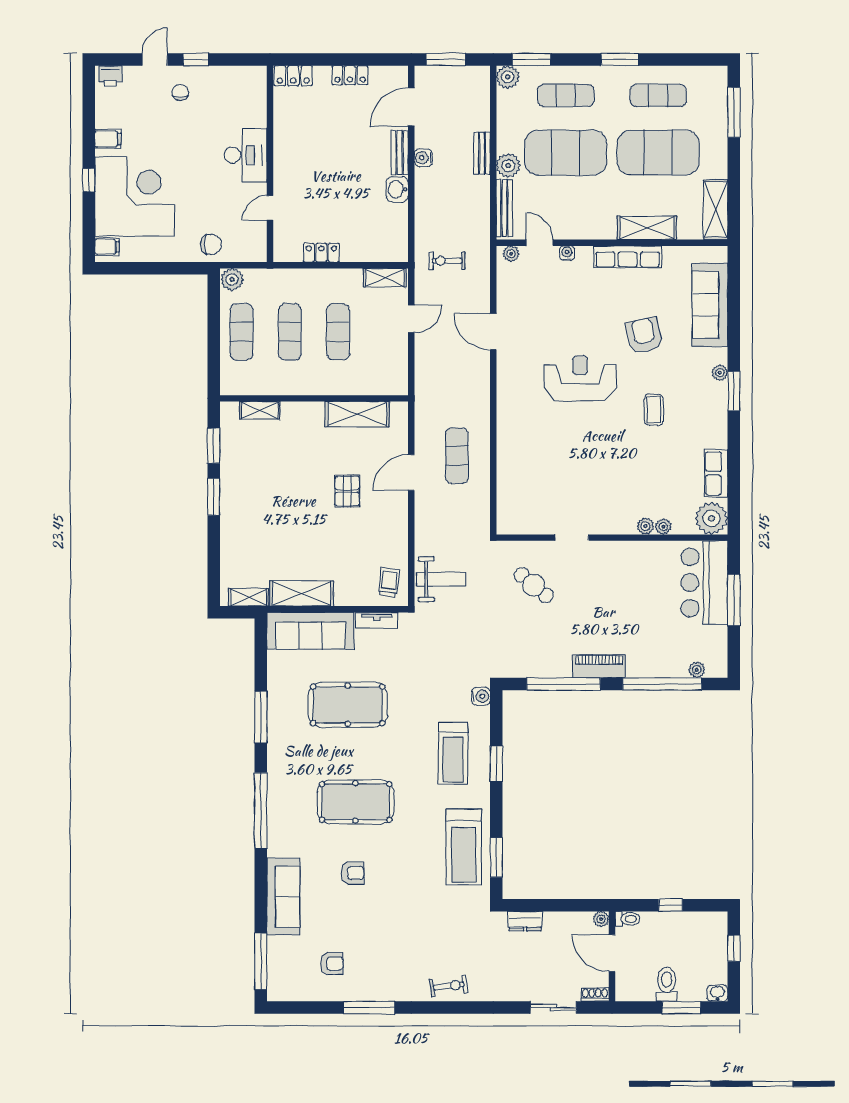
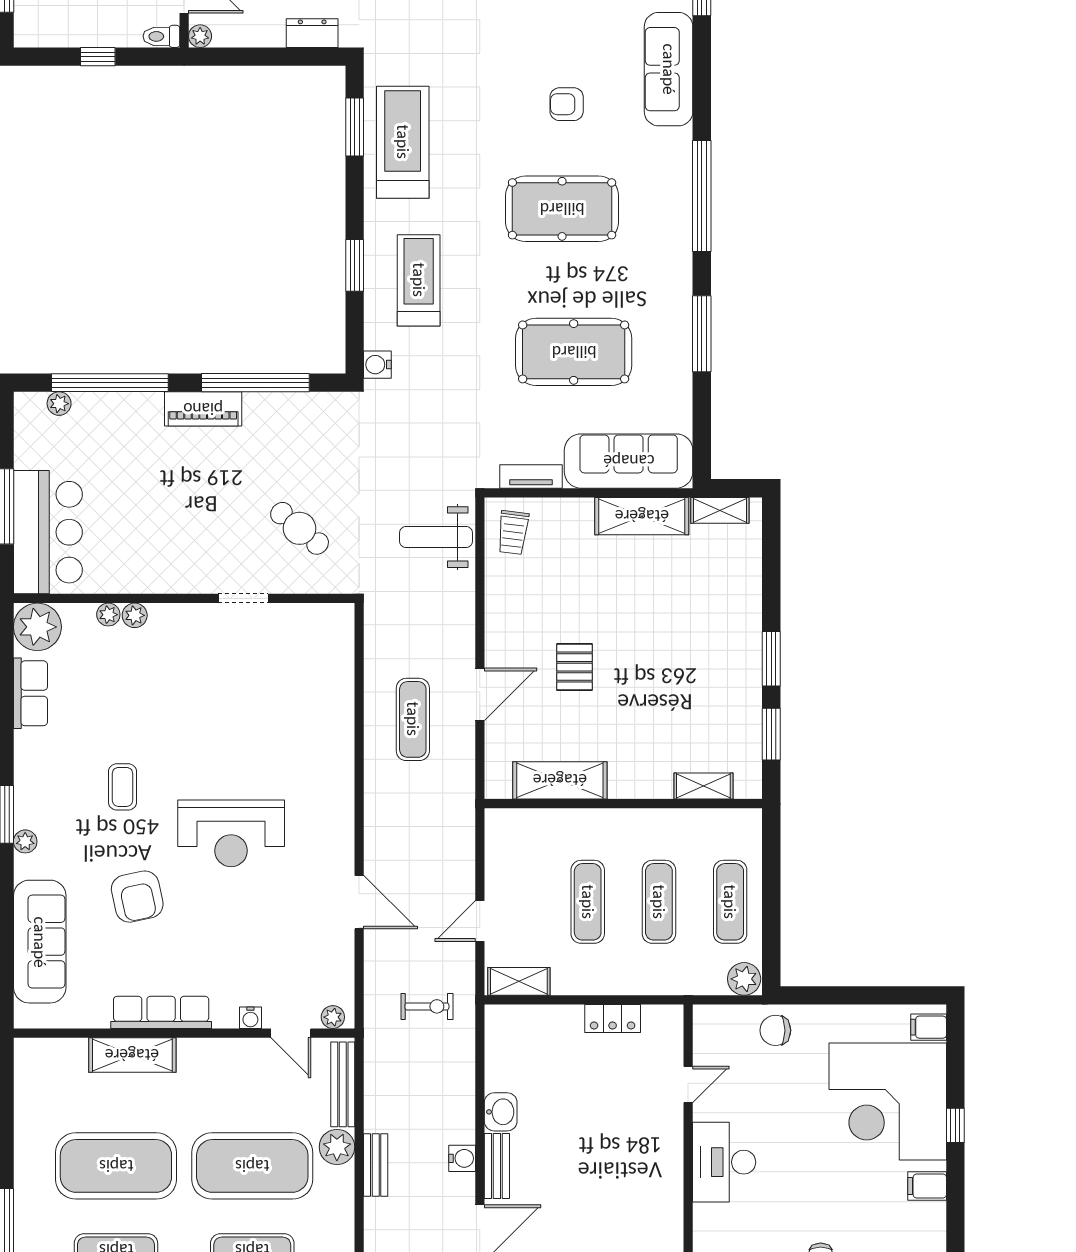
shelving: (716, 210) -> (31, 1082), removed

